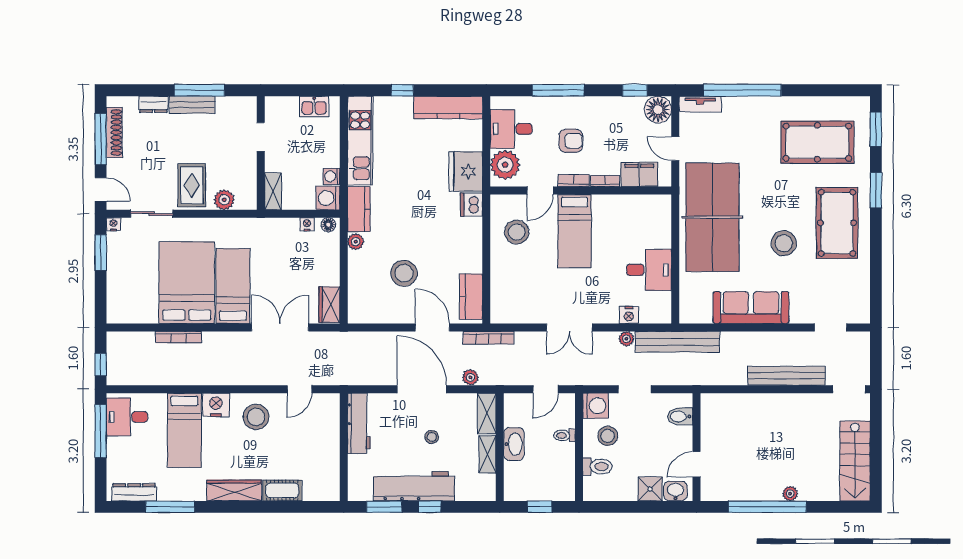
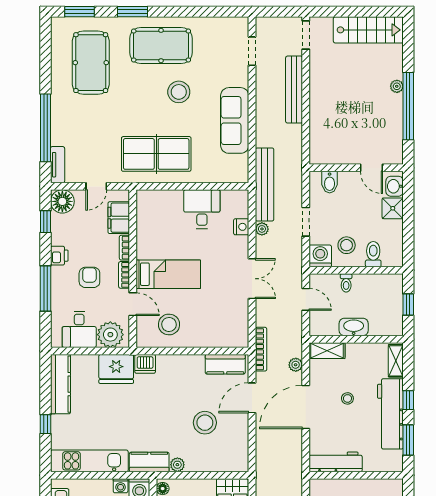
printer: (596, 106) -> (59, 256), added
table tennis table: (712, 217) -> (156, 154), width x0.73, depth x0.76
shelving: (488, 454) -> (396, 361), moved, turned 90

